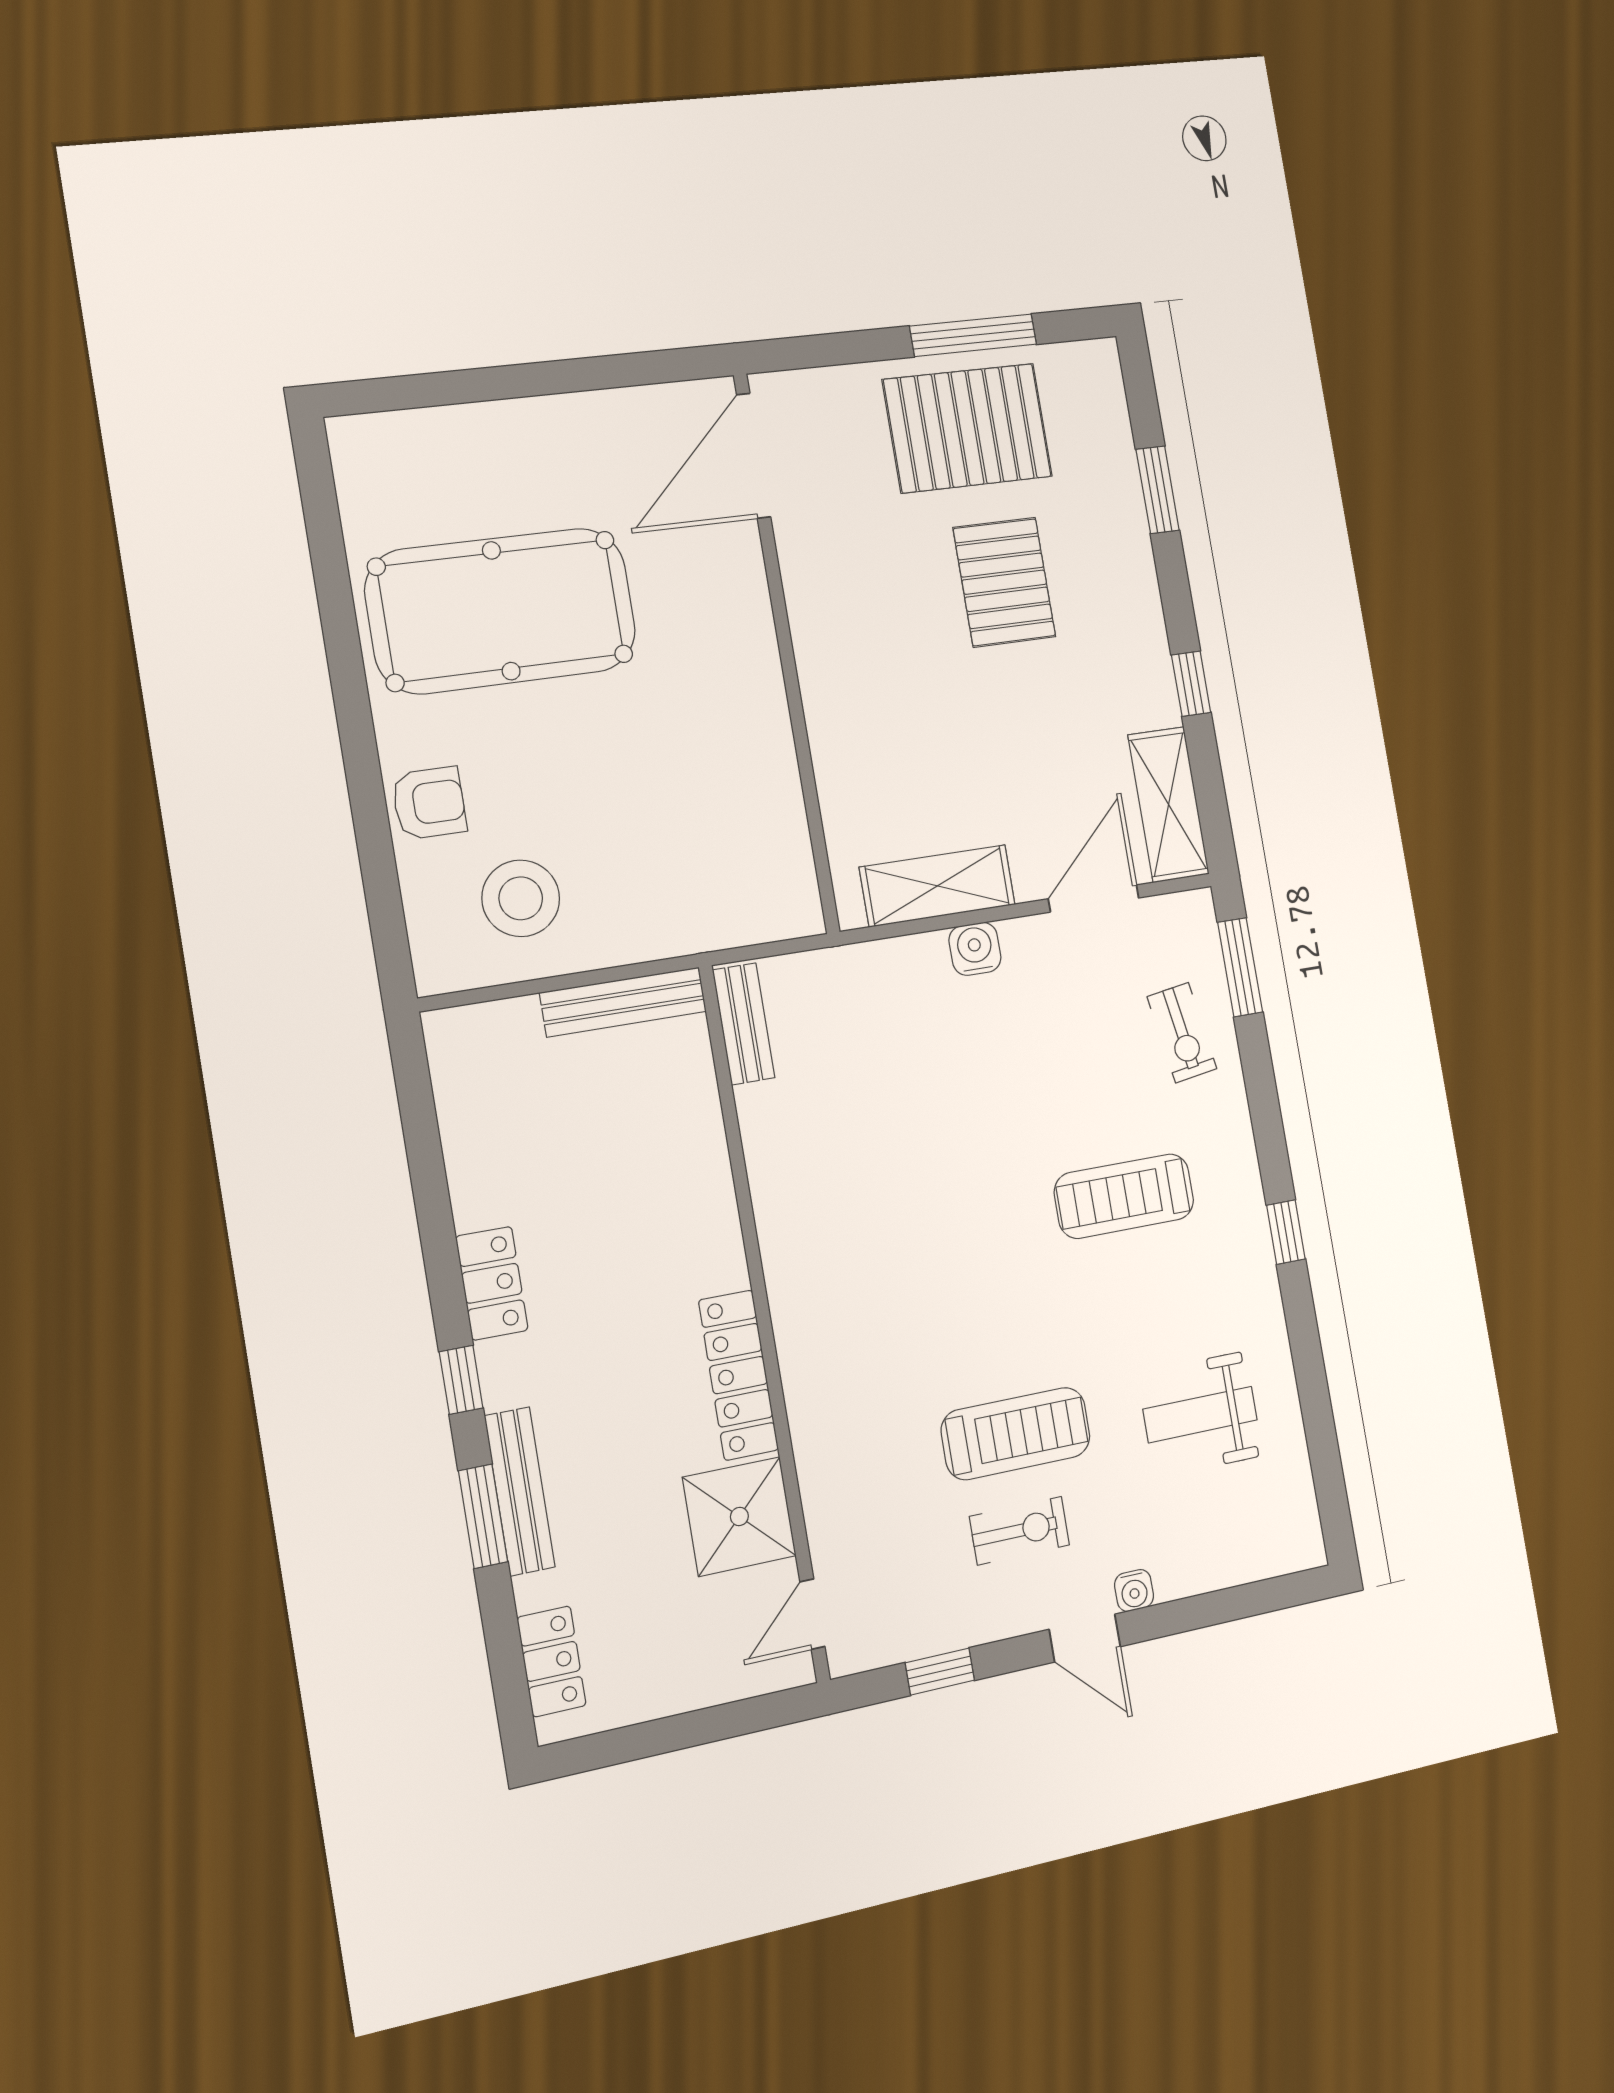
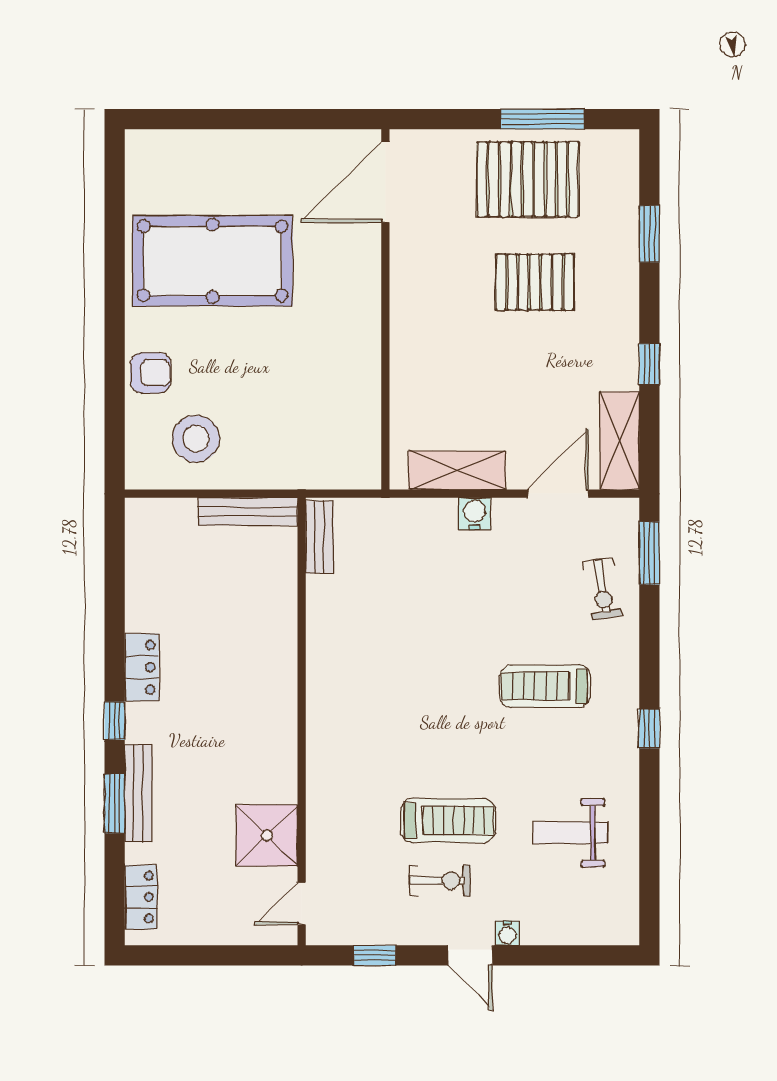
pallet: (1004, 582) -> (535, 282), turned 90
locker: (738, 1375) -> (280, 750), removed

